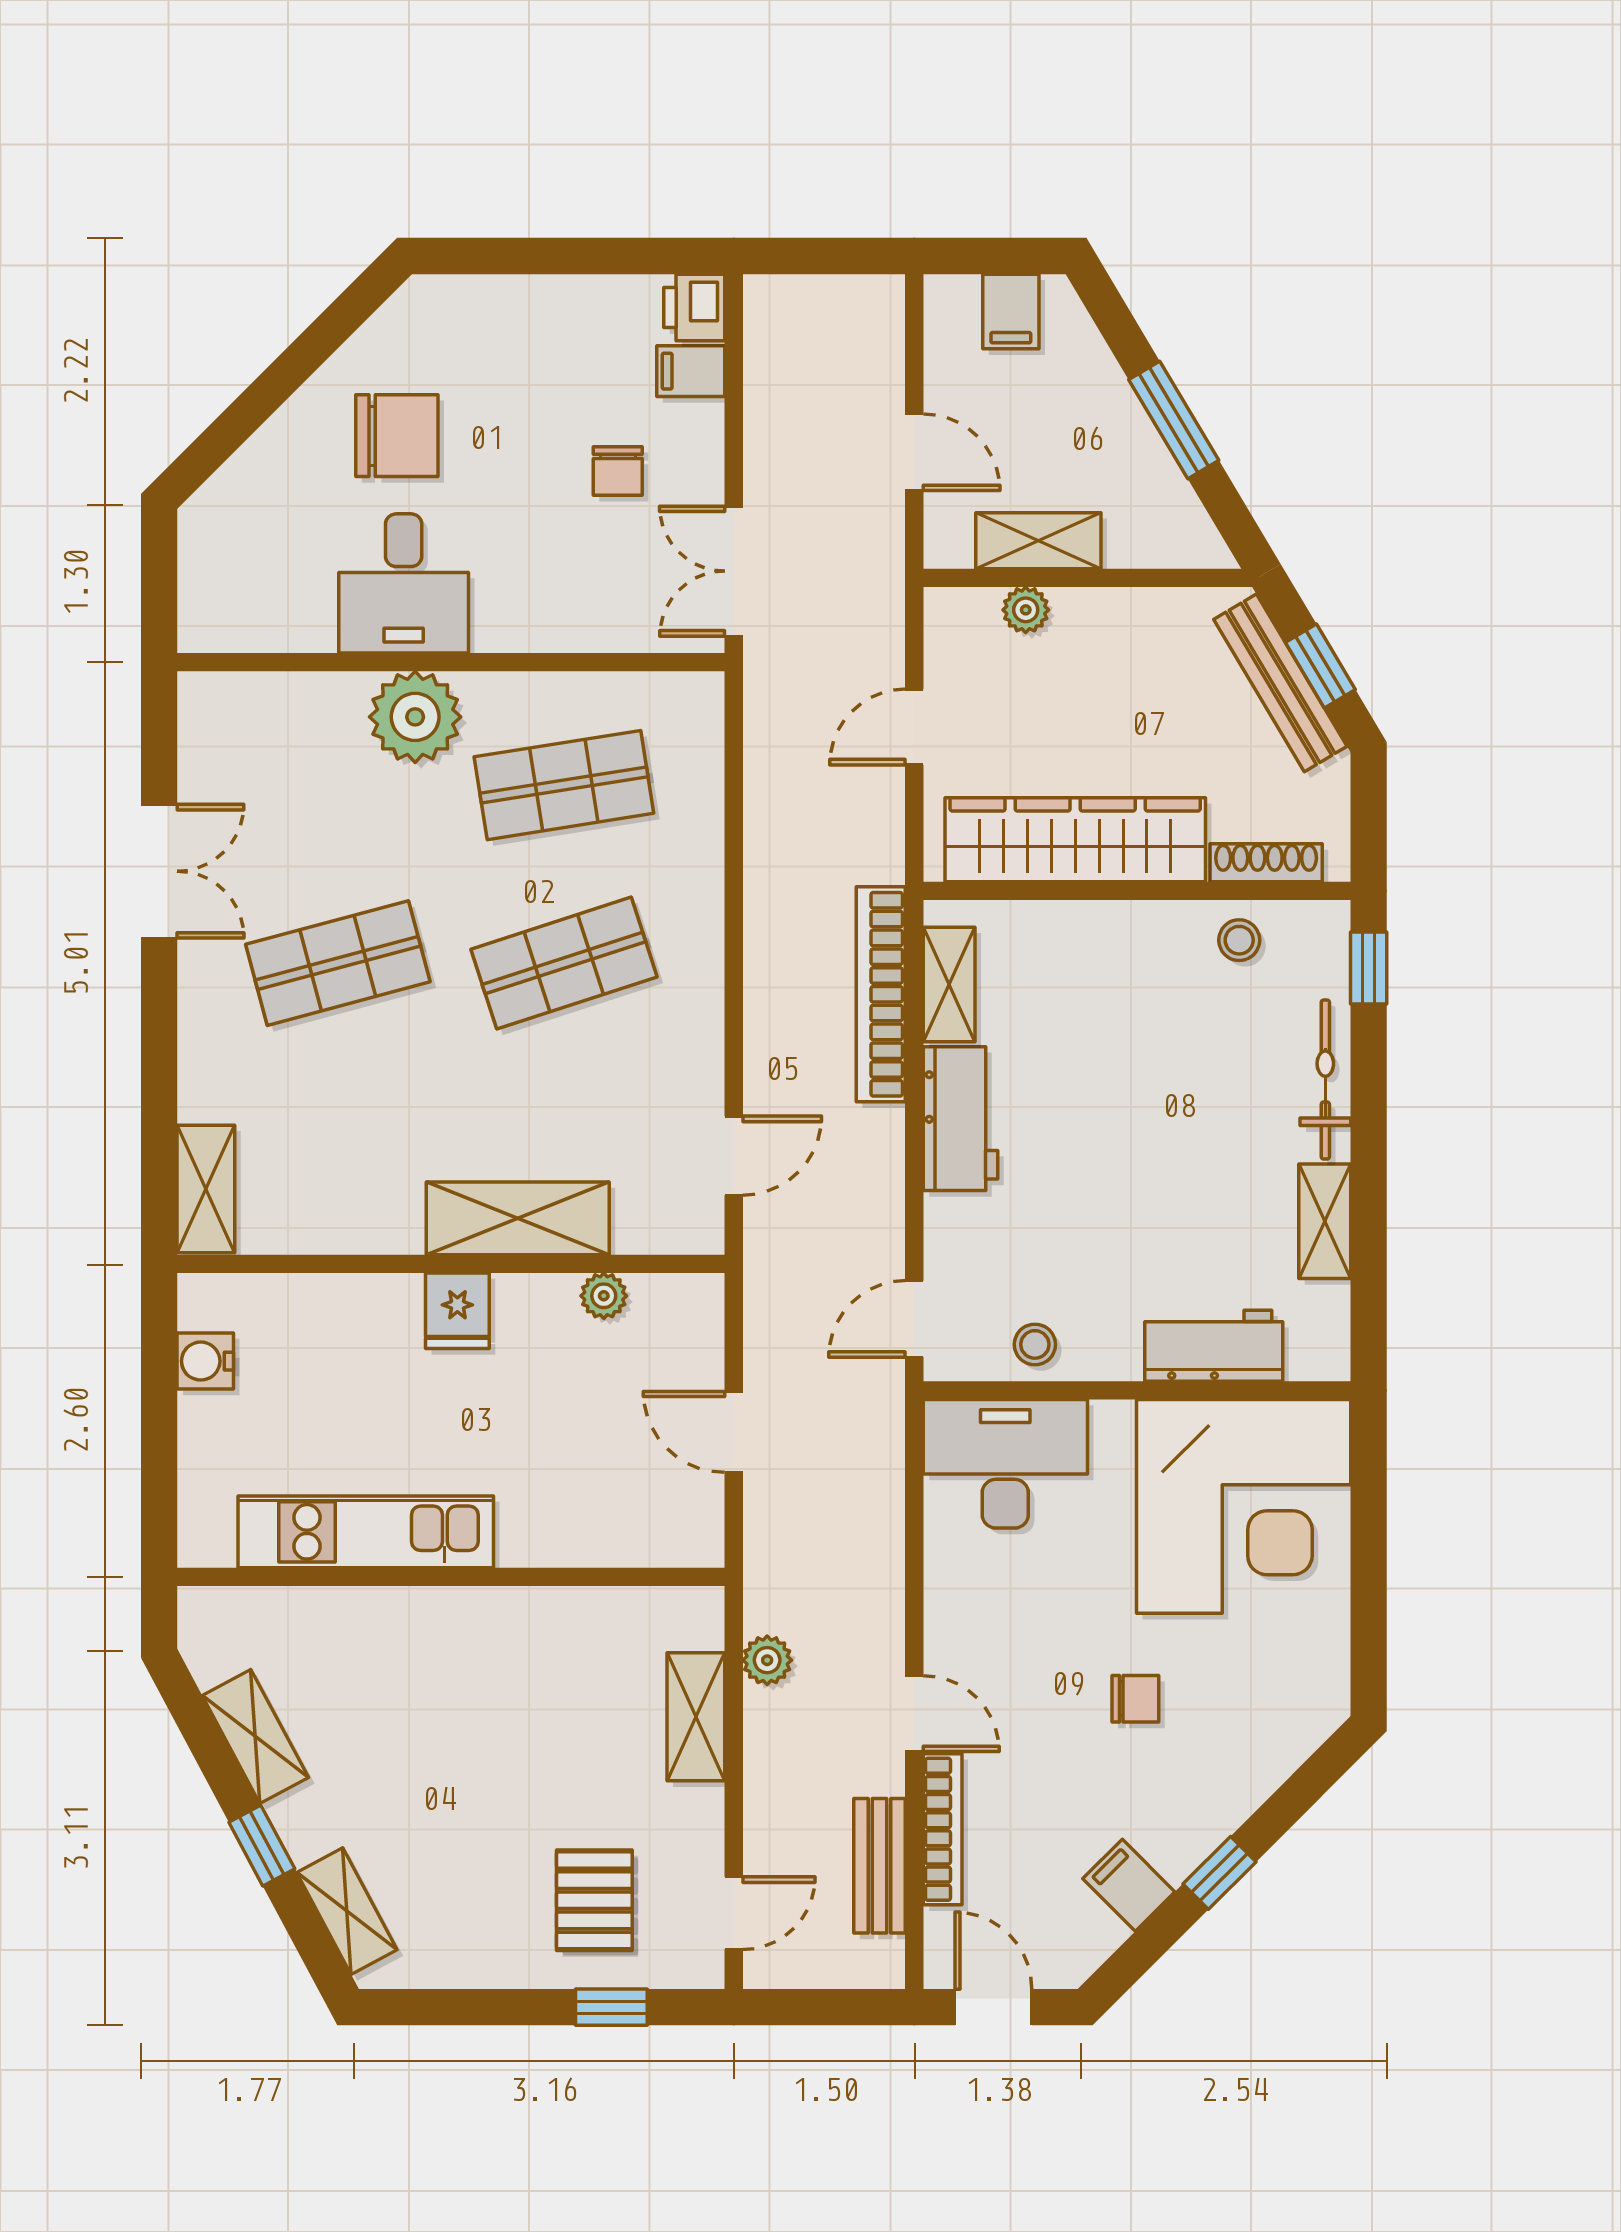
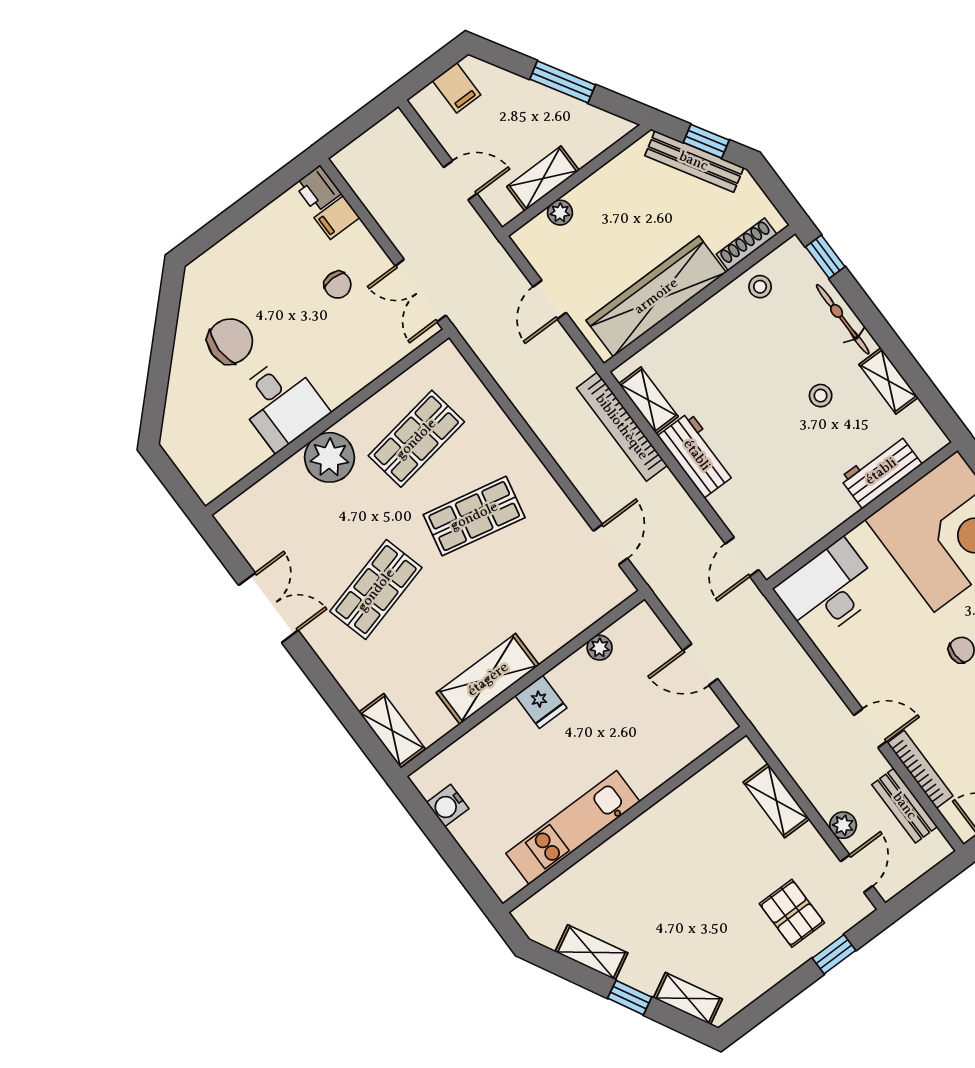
shop shelf: (564, 963) -> (474, 516), turned 30
shelving: (518, 1218) -> (488, 679), moved
stool: (1035, 1344) -> (821, 396), moved
plant: (767, 1660) -> (843, 825), moved

